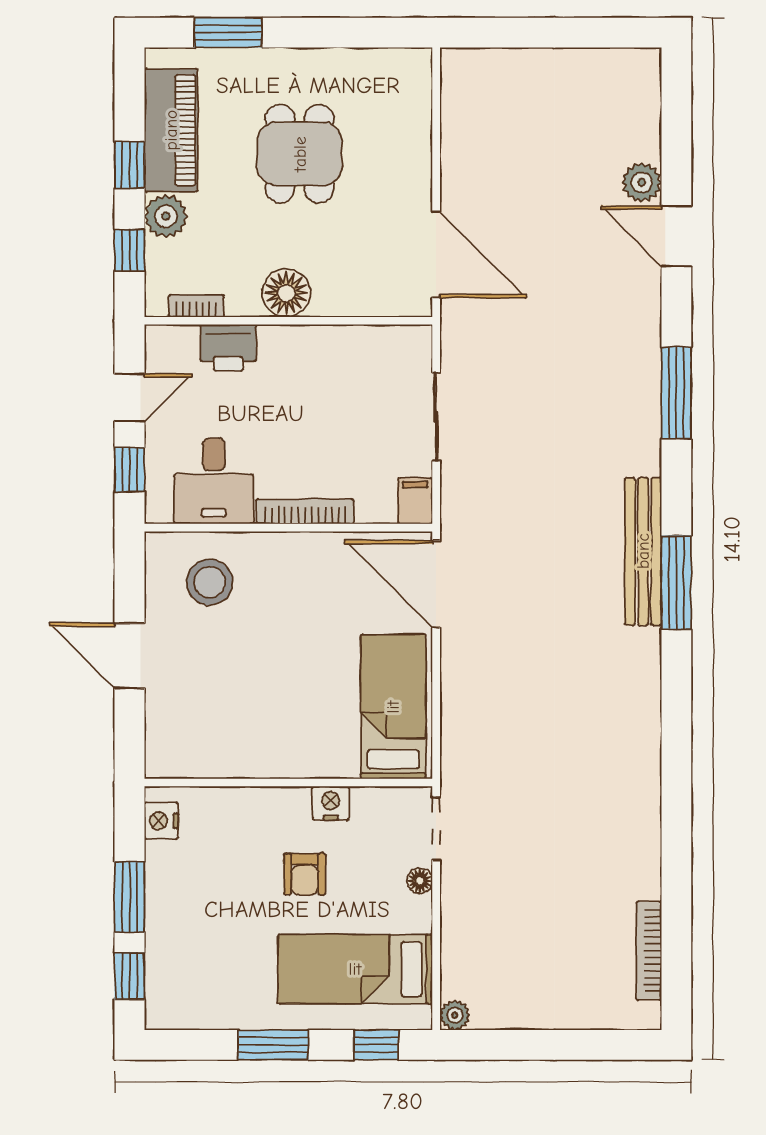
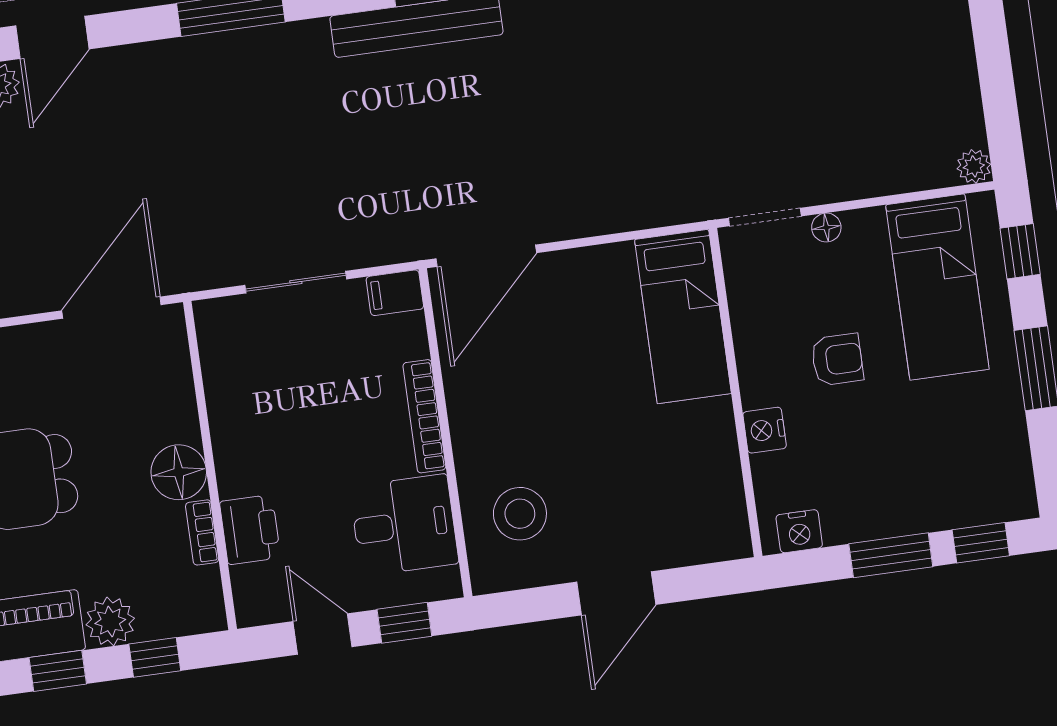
bookcase: (196, 306) -> (202, 532), moved
bed: (393, 707) -> (683, 317), moved, turned -90
nightstand: (331, 803) -> (765, 430), moved

